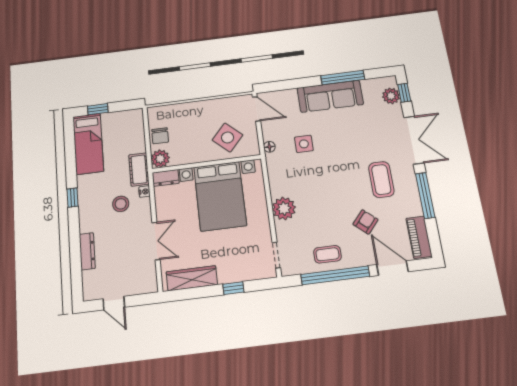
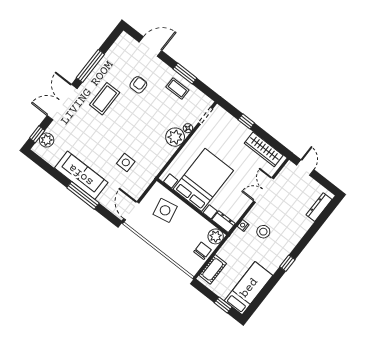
window: (343, 78) -> (83, 195), moved
side table: (228, 137) -> (165, 210), turned 37
floor lamp: (269, 147) -> (188, 128), moved
cot: (139, 169) -> (213, 269), moved
armchair: (365, 222) -> (138, 85), turned 139
piano: (419, 237) -> (118, 48), removed
dresser: (87, 251) -> (319, 207), moved
door: (393, 268) -> (150, 46), swing flipped
window: (335, 275) -> (185, 73), width x0.47
door: (114, 303) -> (305, 167), moved

